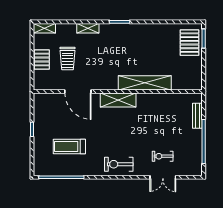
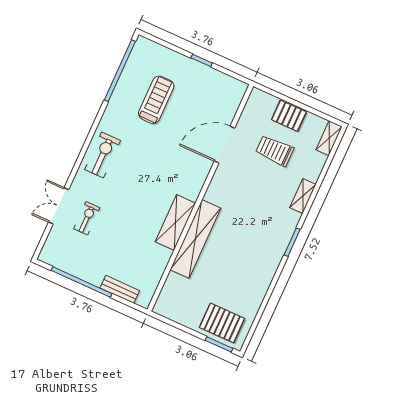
shelving: (118, 100) -> (175, 222), moved

